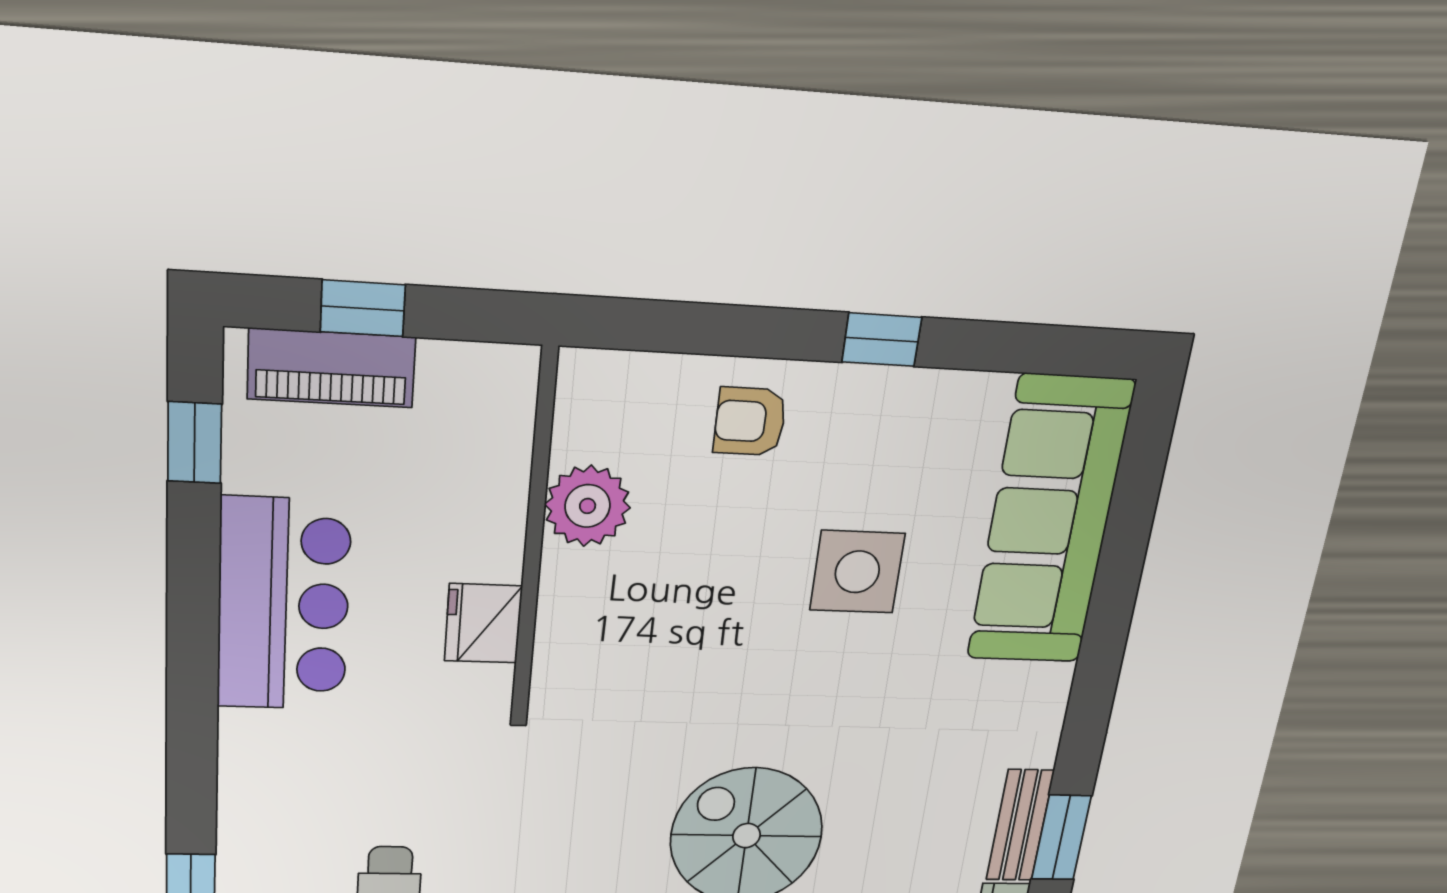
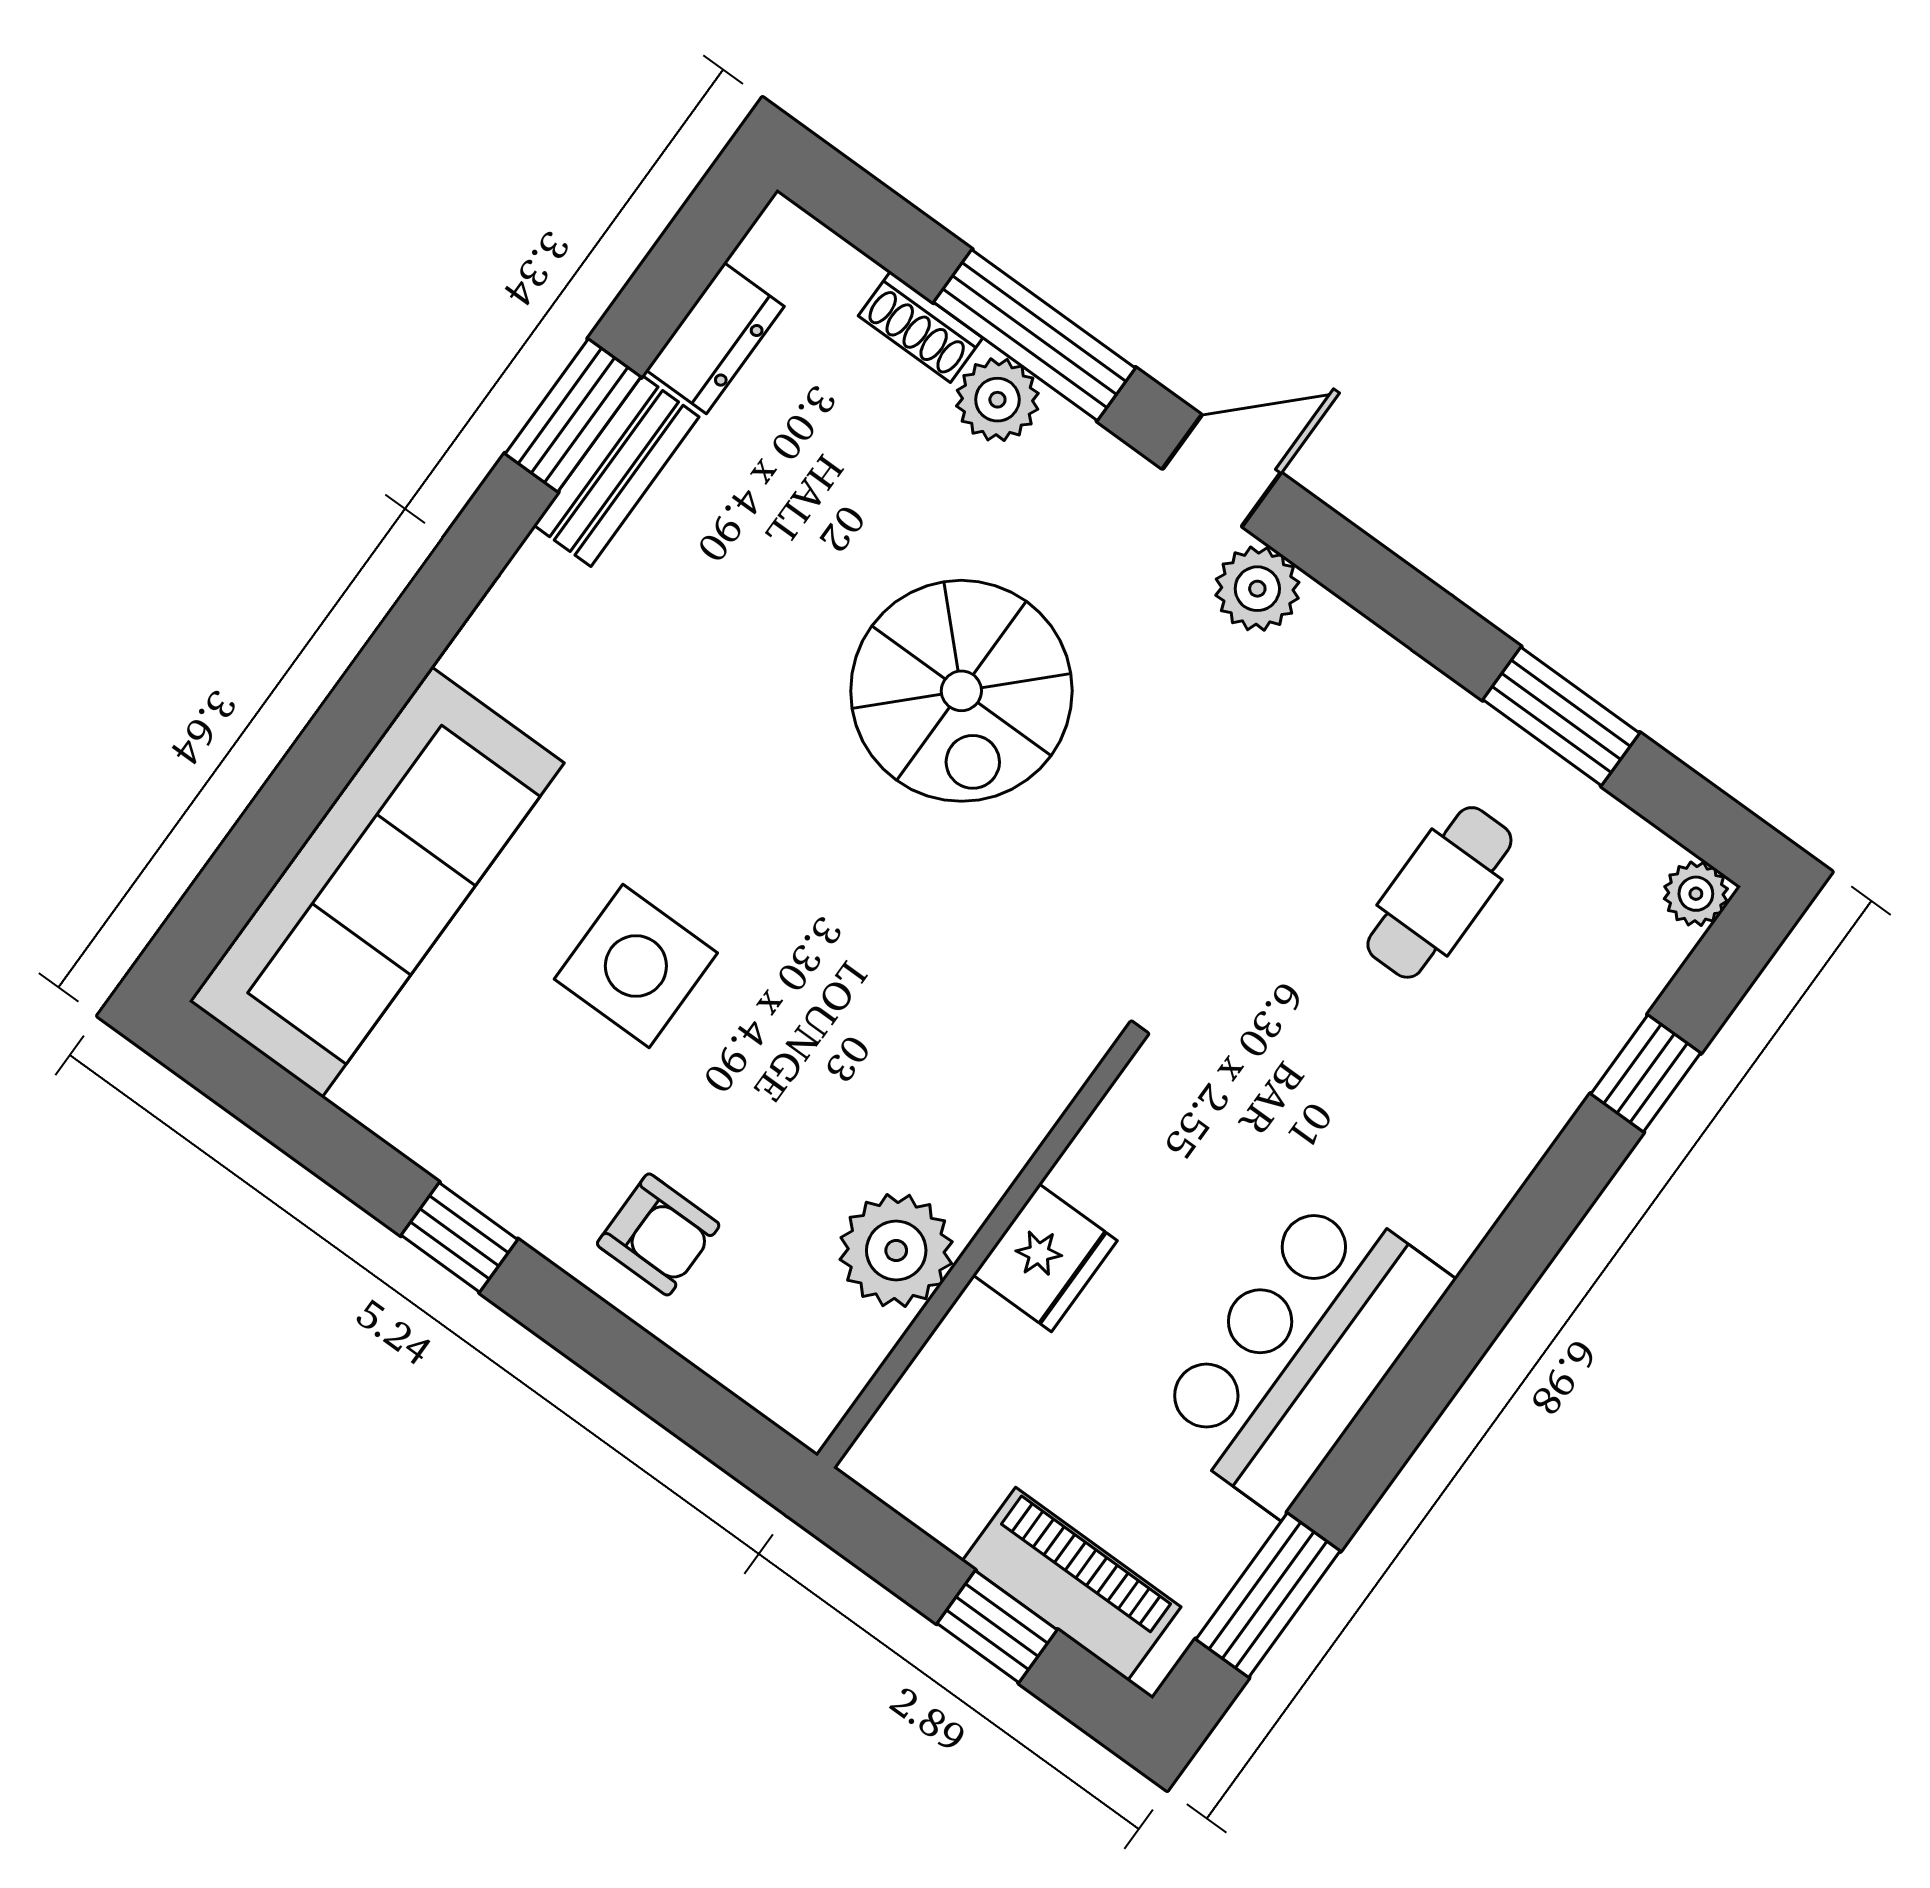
window: (194, 443) -> (1268, 1595), width x1.50
fridge: (483, 623) -> (1045, 1258), moved

